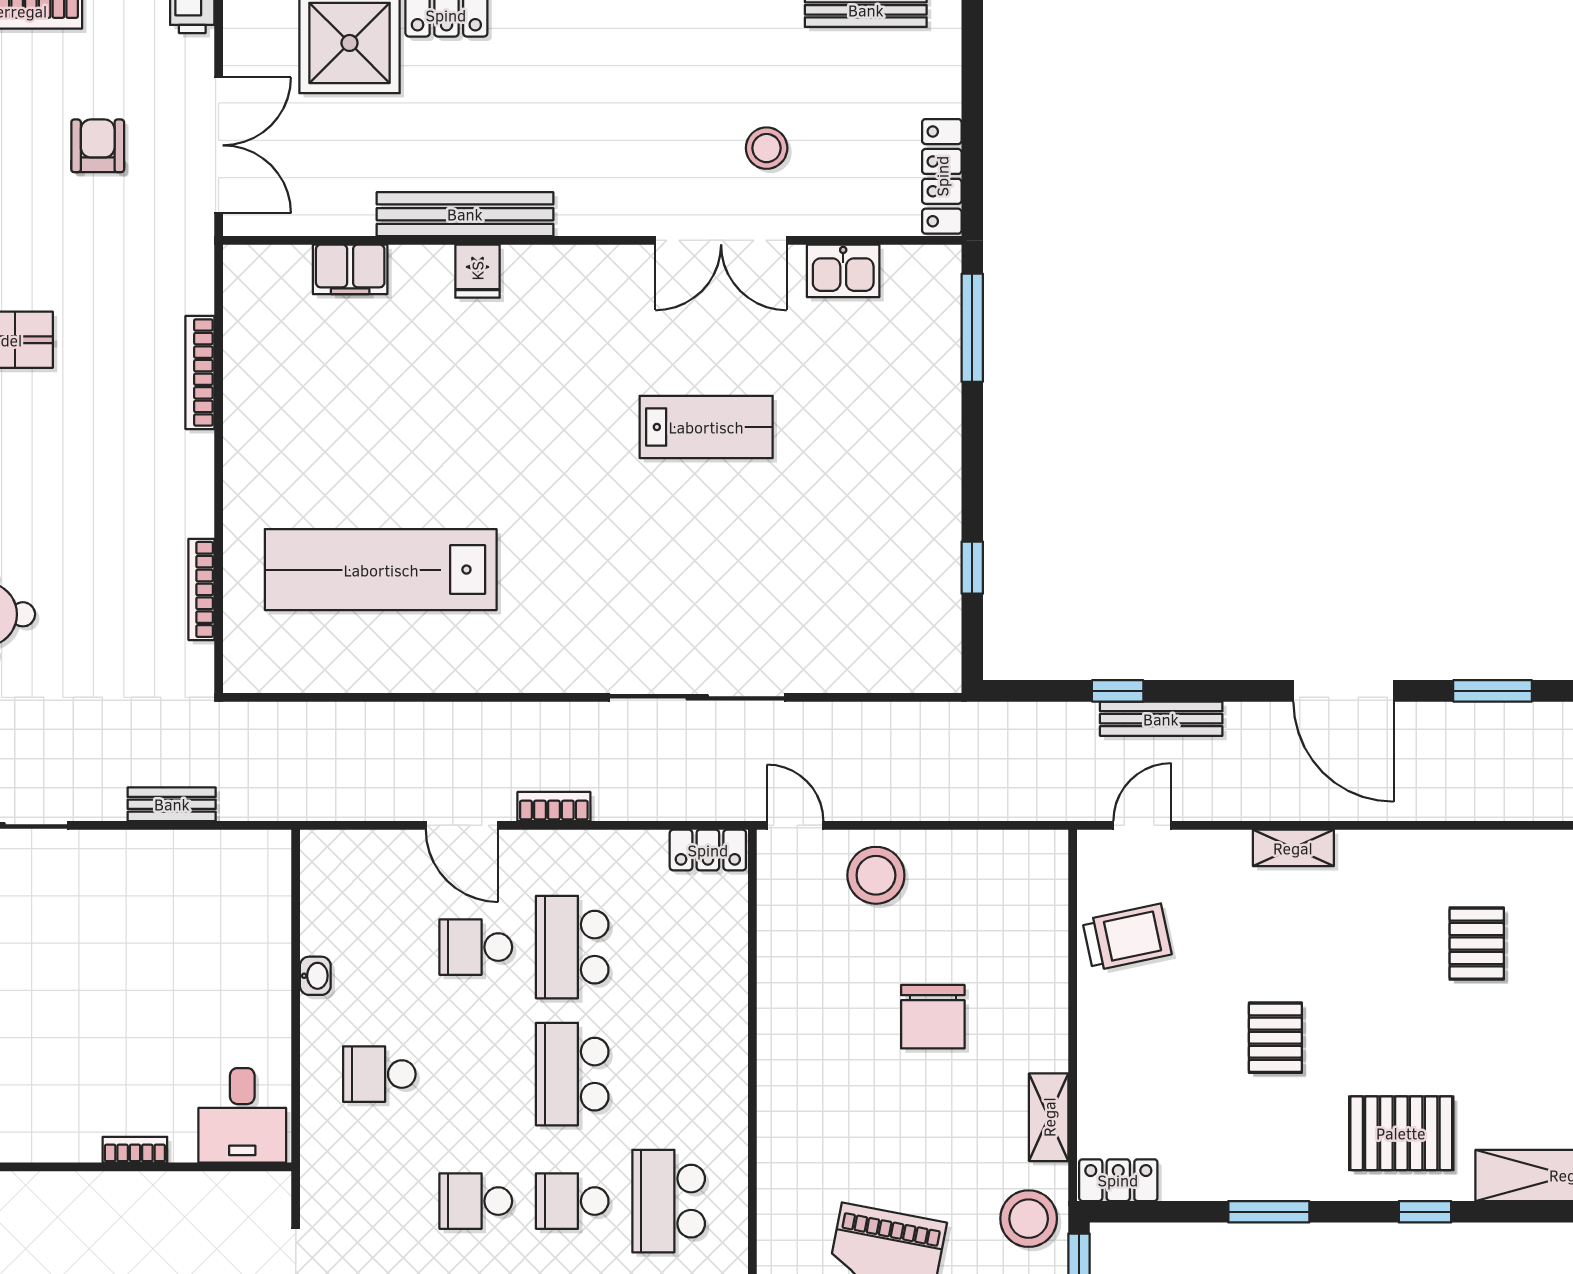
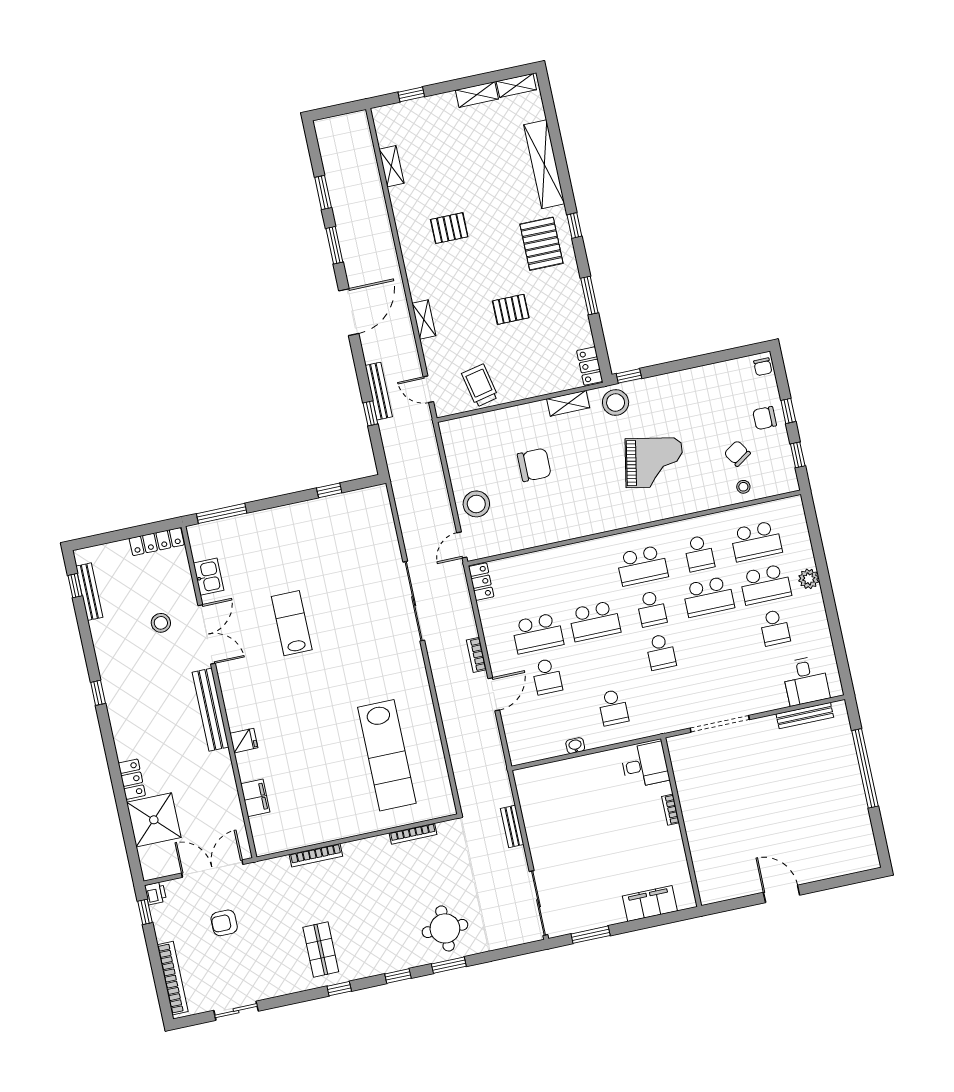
bench: (465, 214) -> (210, 710), moved

